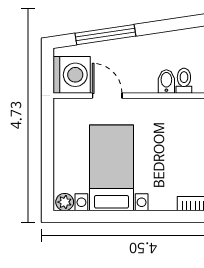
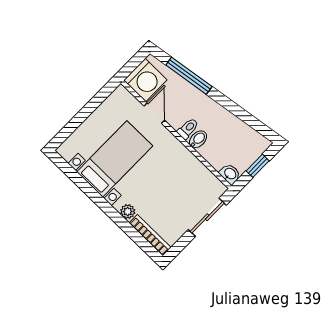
toilet: (184, 81) -> (188, 129), moved
plant: (65, 202) -> (128, 212), moved

